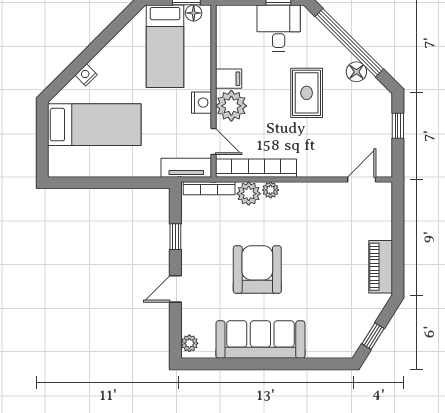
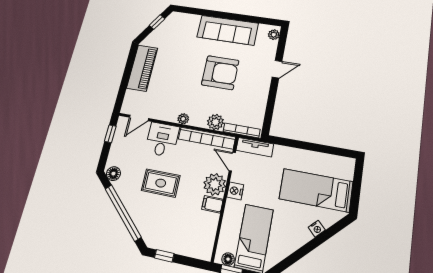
desk: (279, 28) -> (162, 140), moved, turned 180
floor lamp: (356, 72) -> (113, 174), moved
rug: (307, 93) -> (161, 183), turned 90
window: (398, 126) -> (110, 134), moved
plant: (271, 190) -> (183, 119), moved
window: (175, 237) -> (271, 102), removed
piano: (381, 267) -> (142, 68), width x1.37, depth x1.33
armchair: (257, 270) -> (220, 73), turned -90

